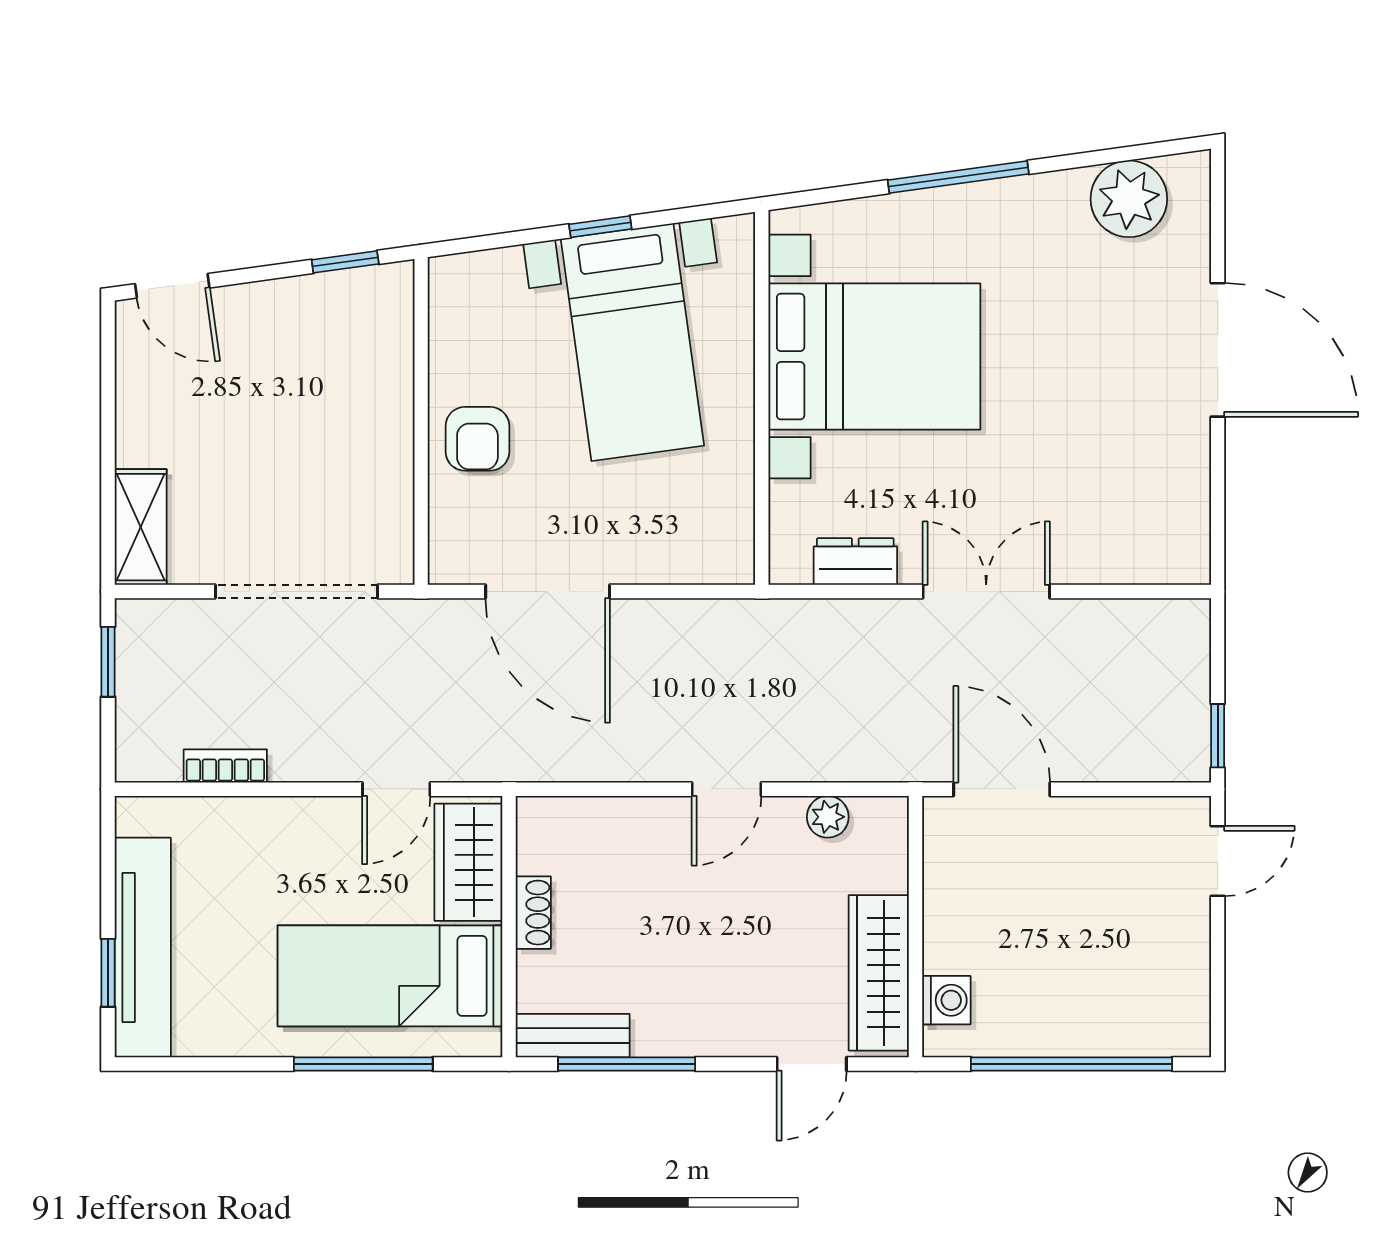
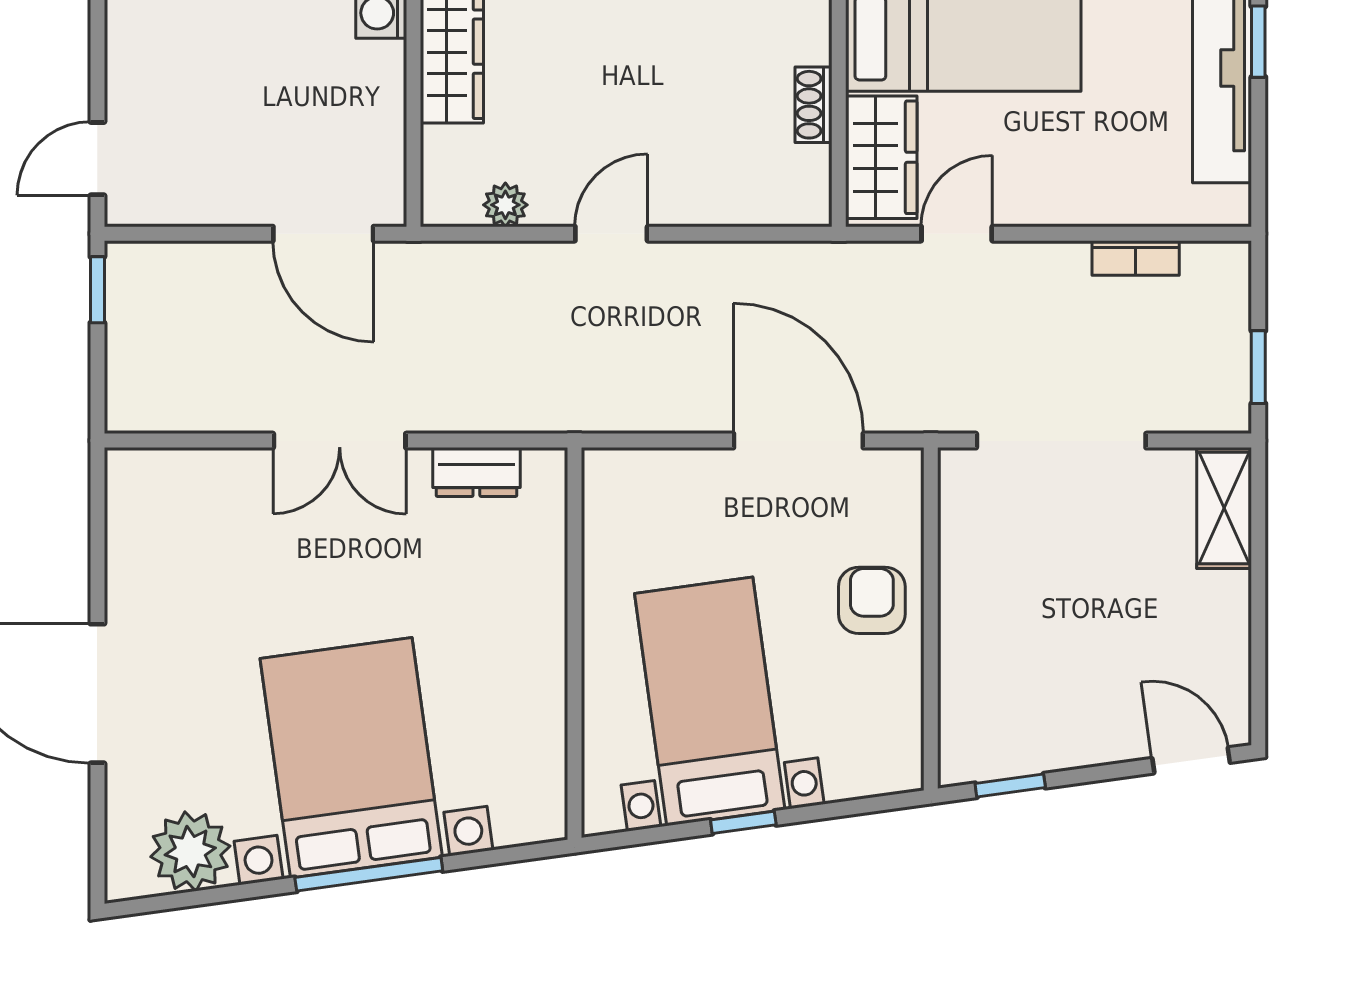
bed with nightstands: (874, 357) -> (351, 758), moved, turned 82

